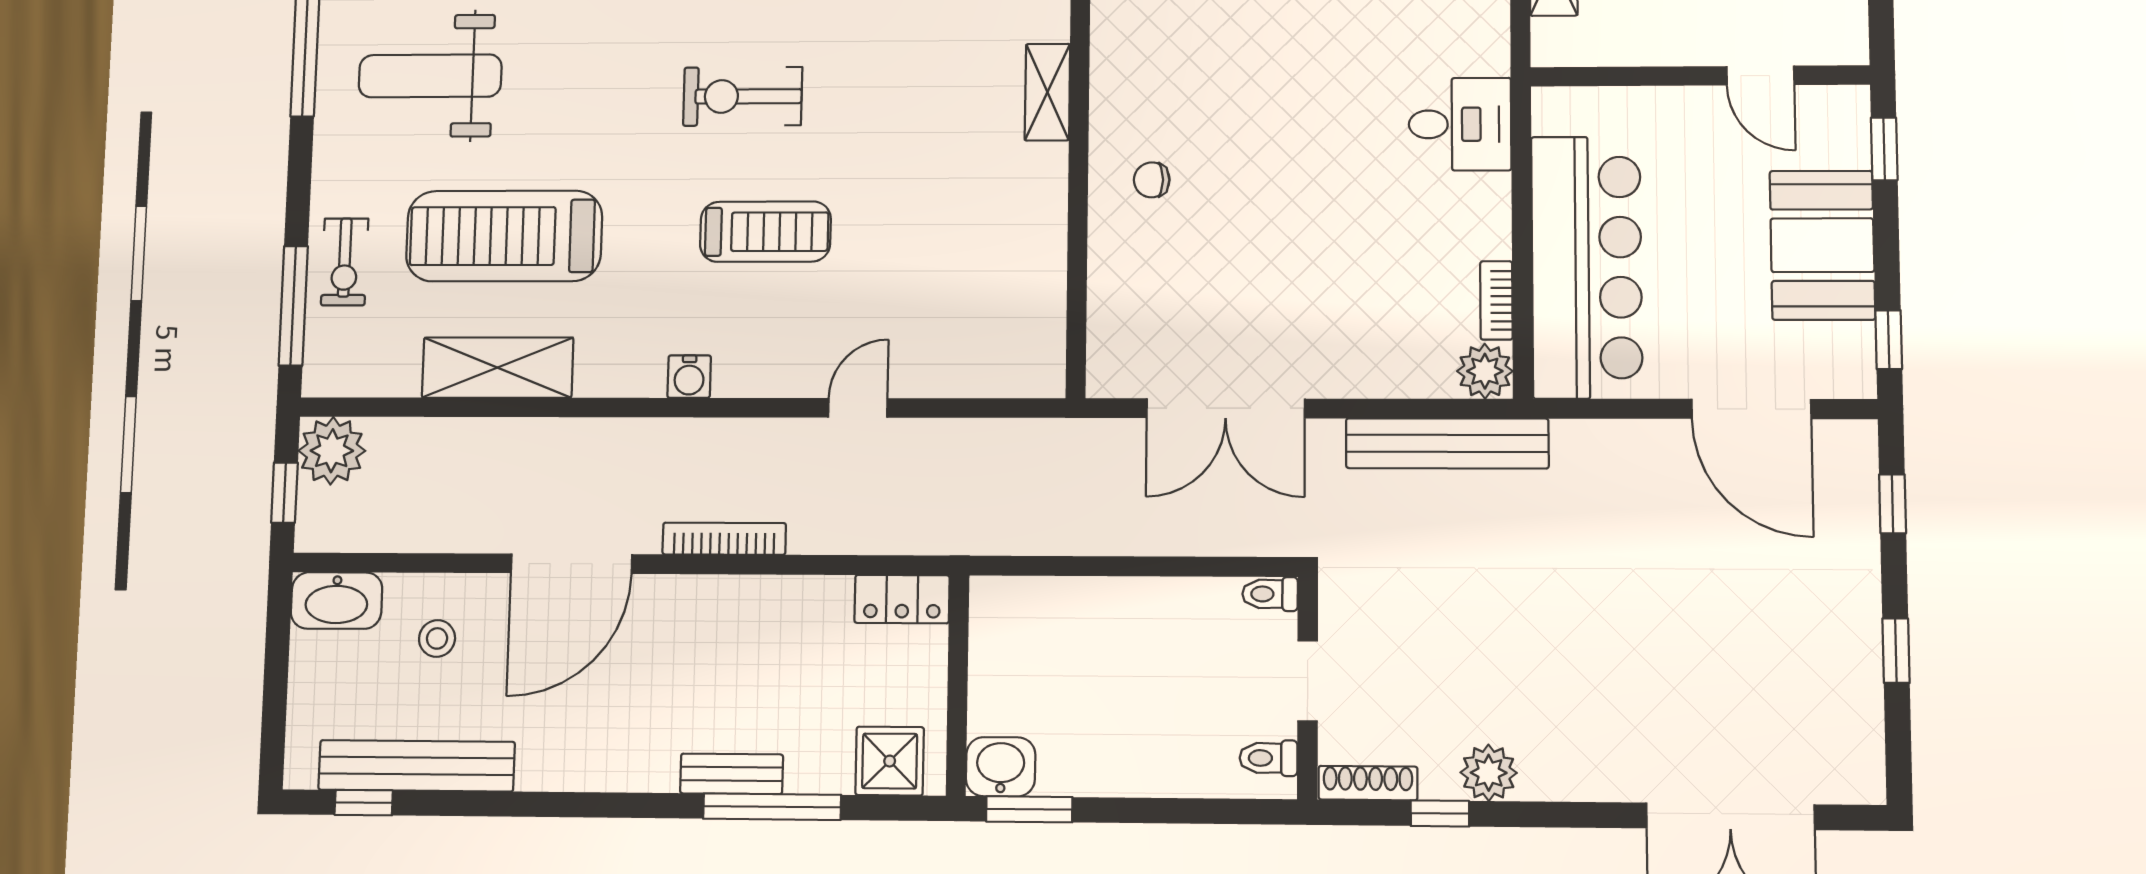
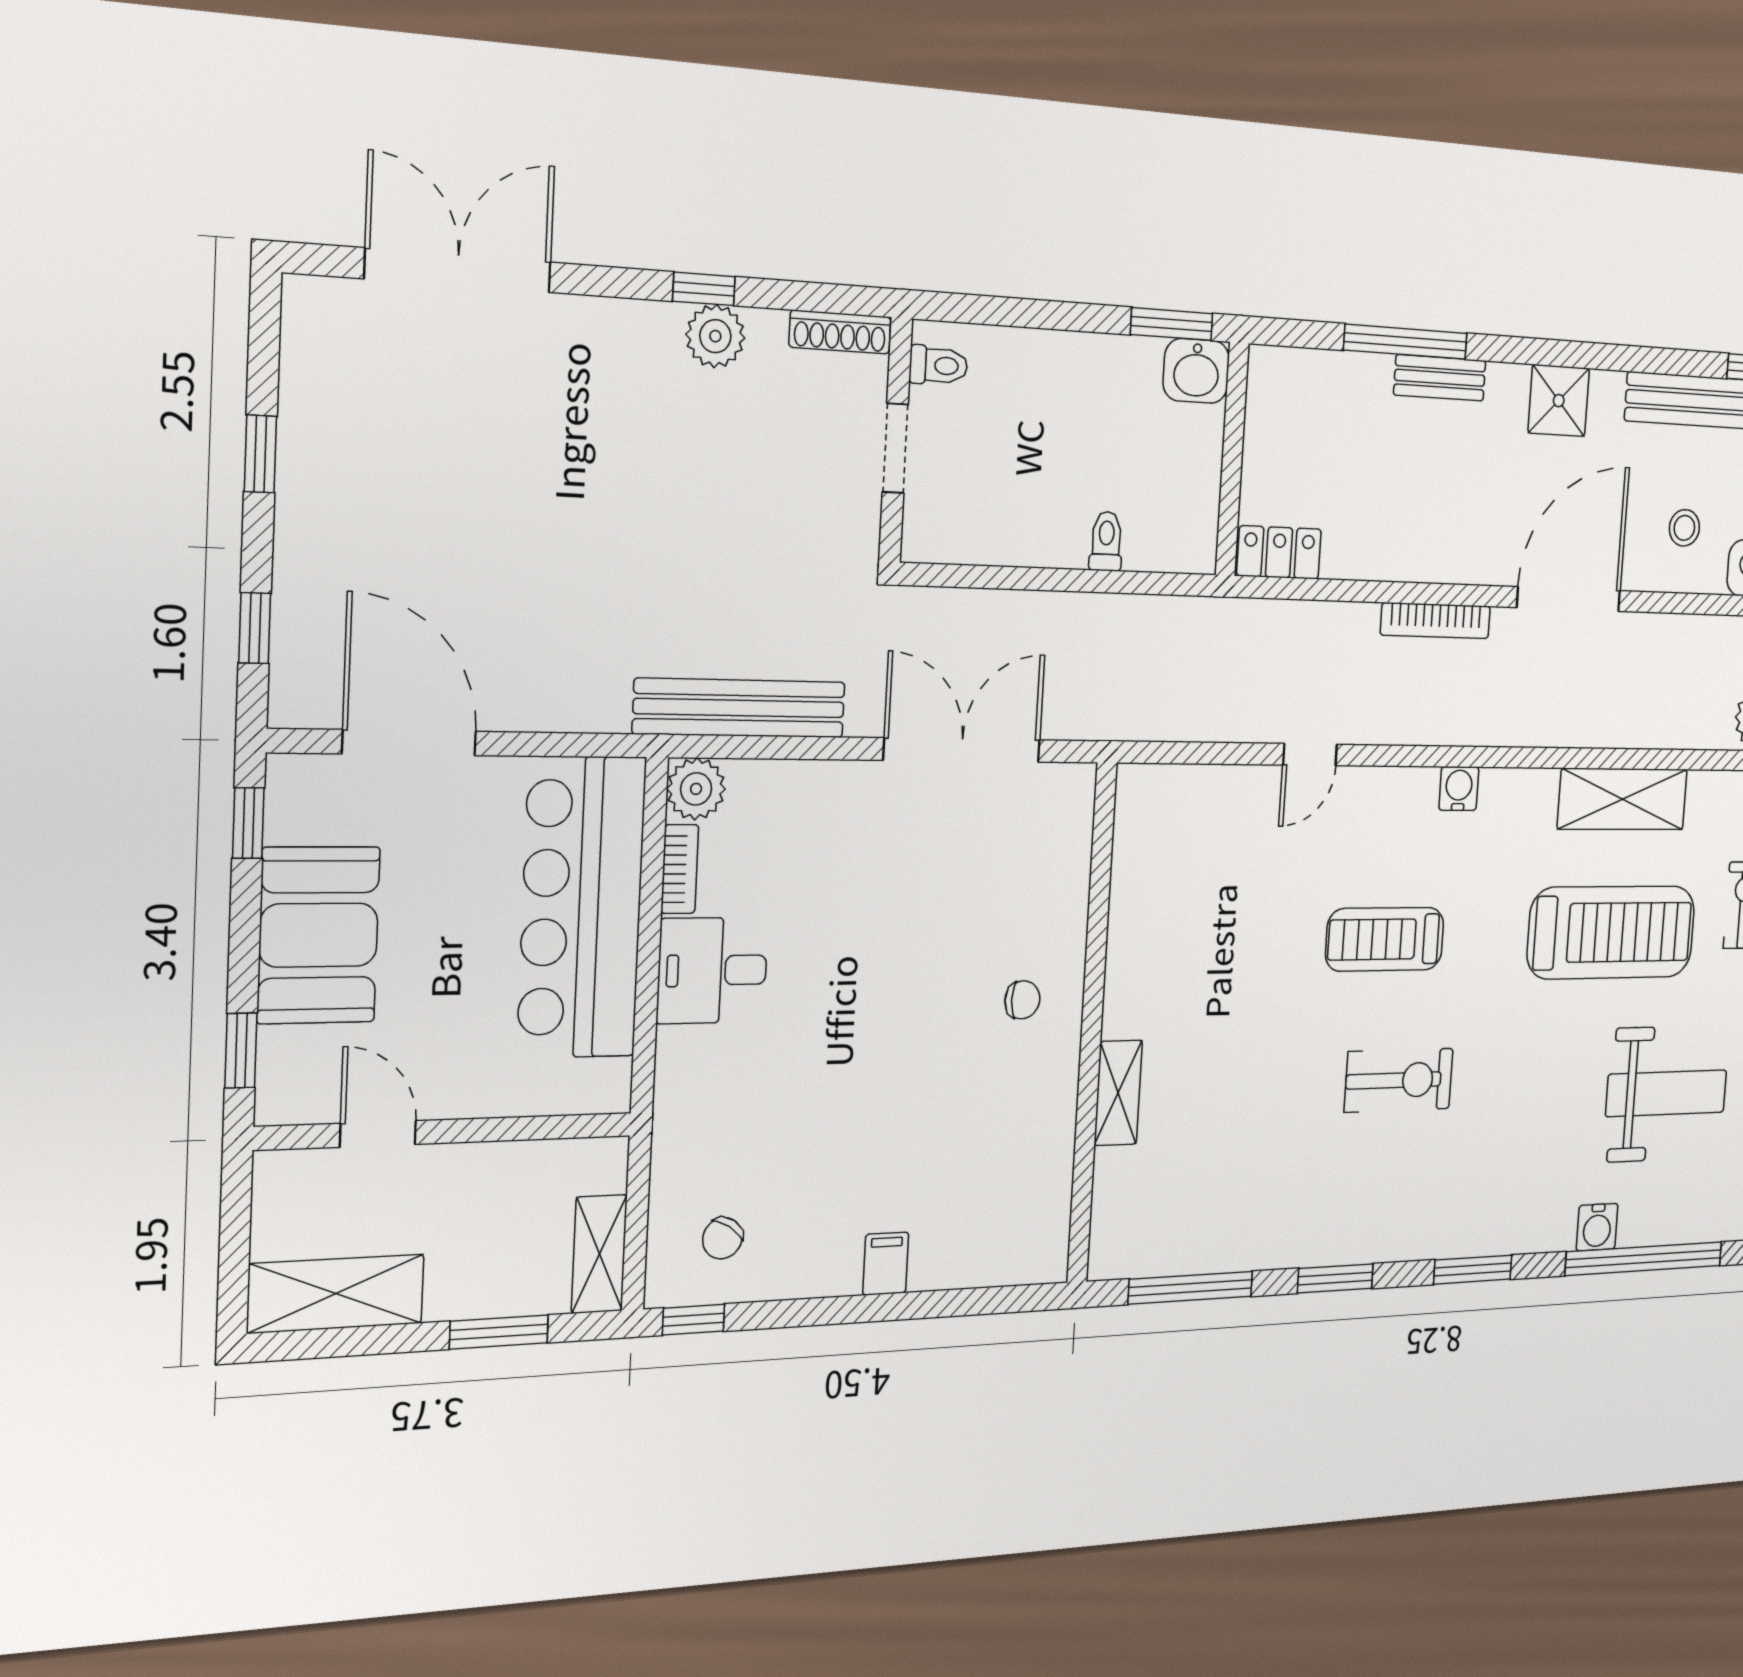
desk: (1460, 124) -> (712, 970), moved
toilet: (1270, 594) -> (1106, 541), moved, turned -90
shower: (890, 761) -> (1559, 401), moved
window: (1440, 813) -> (704, 289), moved

